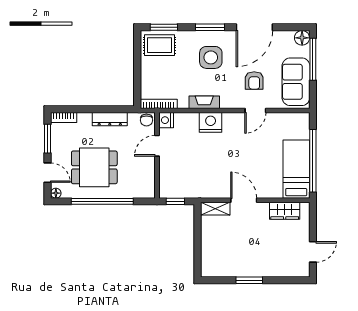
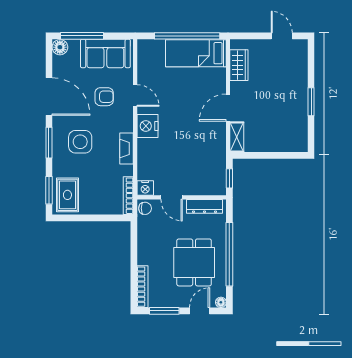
bookcase: (64, 118) -> (142, 287), width x1.56
dresser: (110, 119) -> (205, 206), moved, turned 90
nightstand: (211, 122) -> (147, 126), moved

